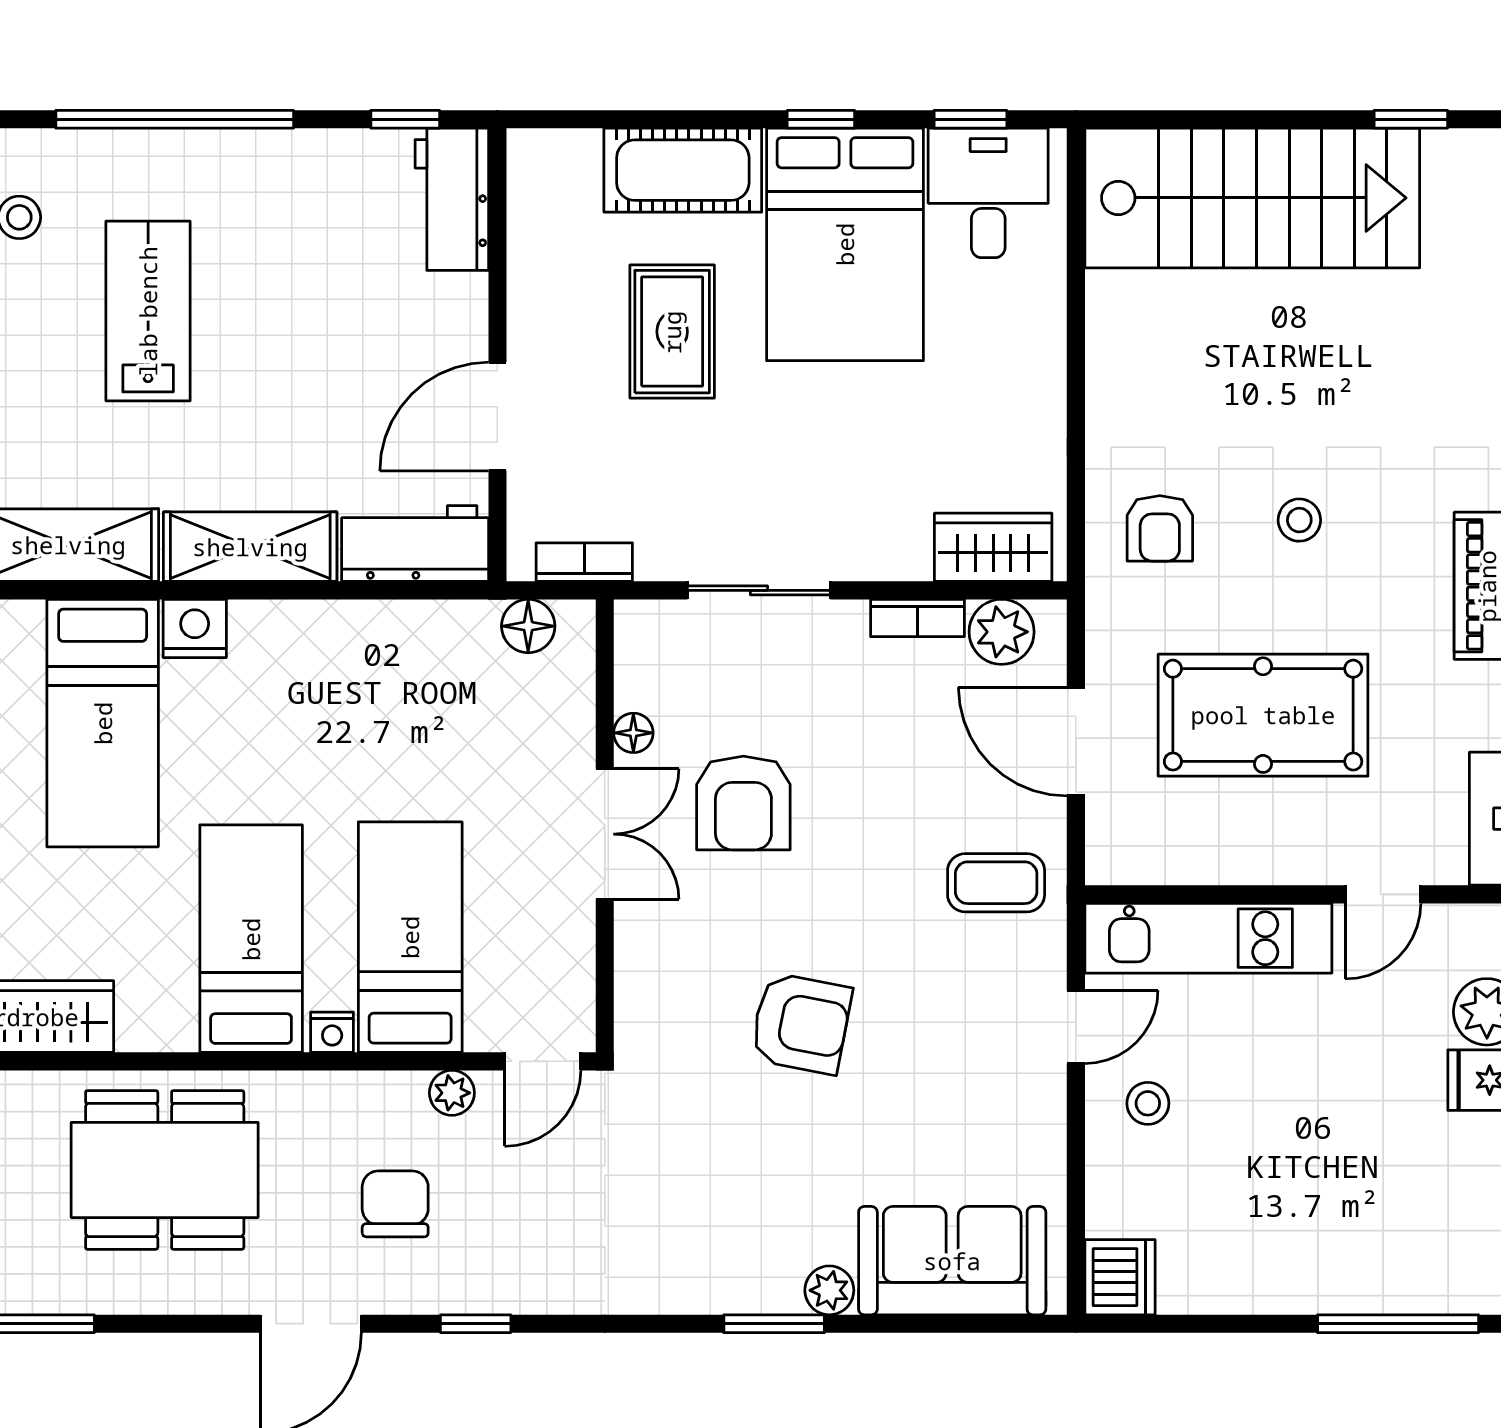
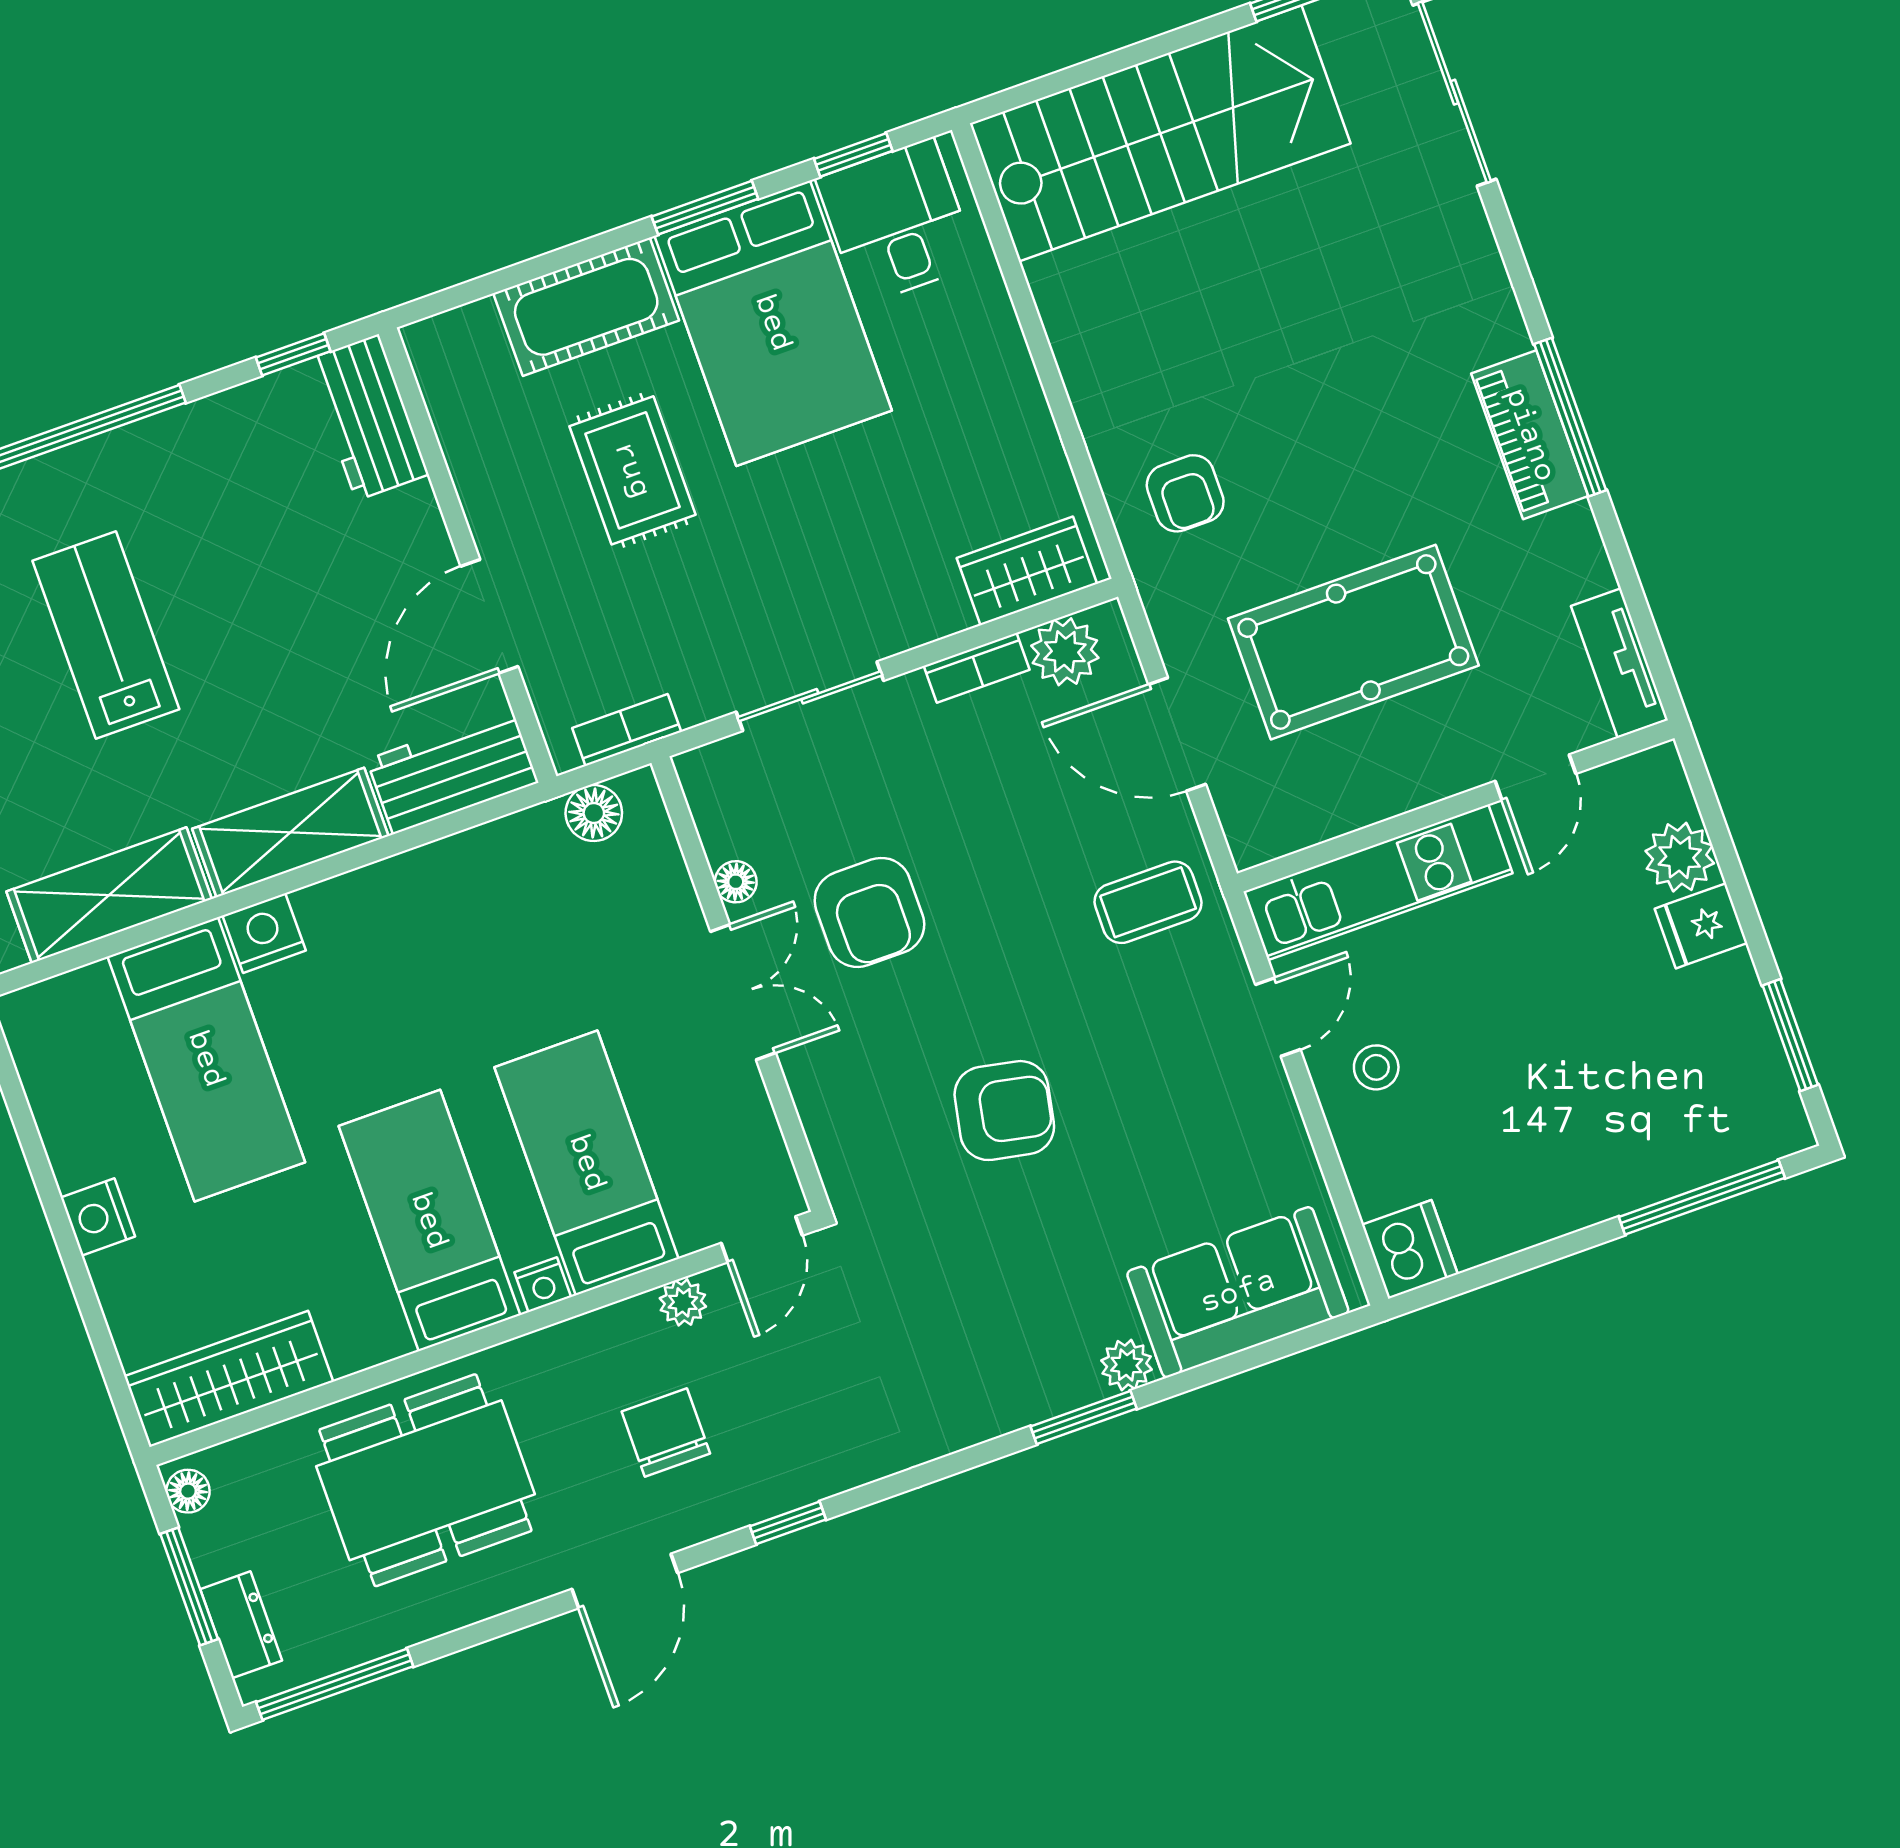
window: (821, 119) -> (705, 208), width x1.50
stool: (1299, 520) -> (1320, 436), removed

